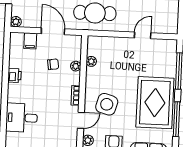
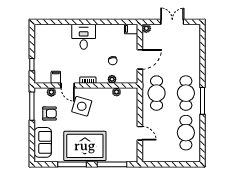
filing cabinet: (30, 41) -> (131, 29), moved
printer: (15, 75) -> (102, 29), removed
desk: (22, 118) -> (84, 37), moved
filing cabinet: (70, 134) -> (56, 77), added

